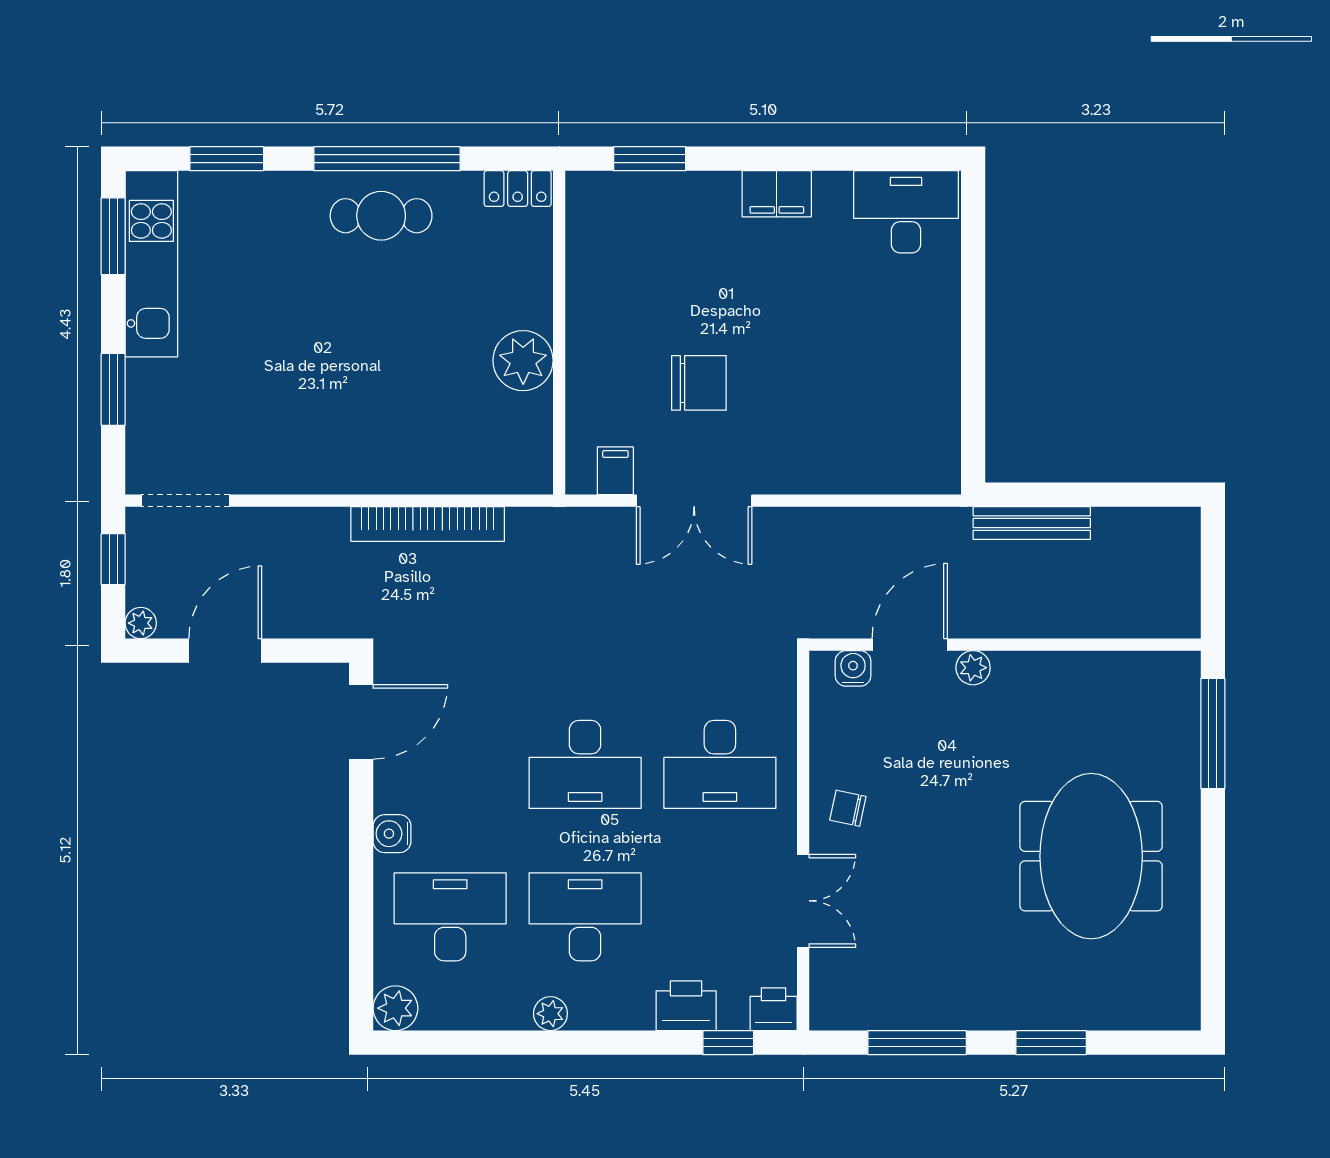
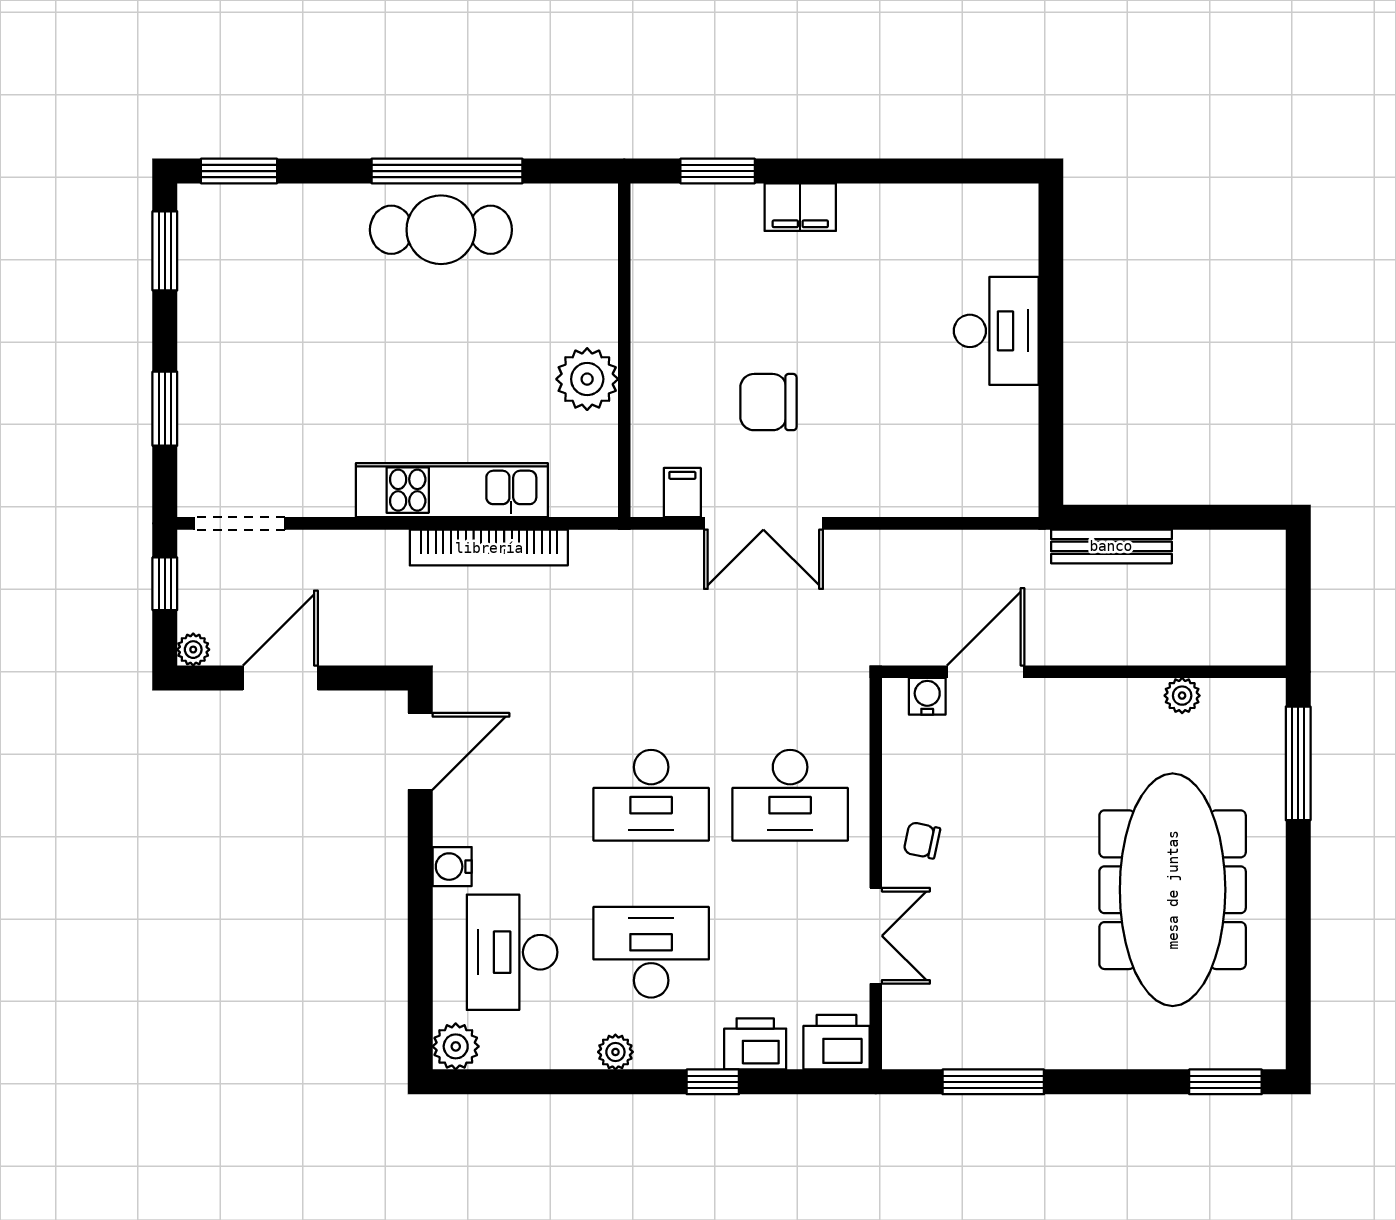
window: (227, 159) -> (239, 171), moved
locker: (518, 189) -> (582, 202), removed
filing cabinet: (777, 194) -> (800, 207), moved
desk: (906, 212) -> (996, 331), moved, turned 90
cafe table: (381, 216) -> (441, 230), width x1.37, depth x1.35
kitchen unit: (151, 264) -> (452, 490), moved, turned -90
chair: (699, 383) -> (768, 402), turned 180
plant: (973, 668) -> (1182, 696), moved
meeting table: (1091, 856) -> (1173, 890), width x1.36
desk: (450, 917) -> (512, 952), turned -90
printer: (774, 1009) -> (836, 1042), width x1.36, depth x1.24
window: (728, 1043) -> (713, 1082), moved
window: (1051, 1043) -> (1225, 1082), moved

